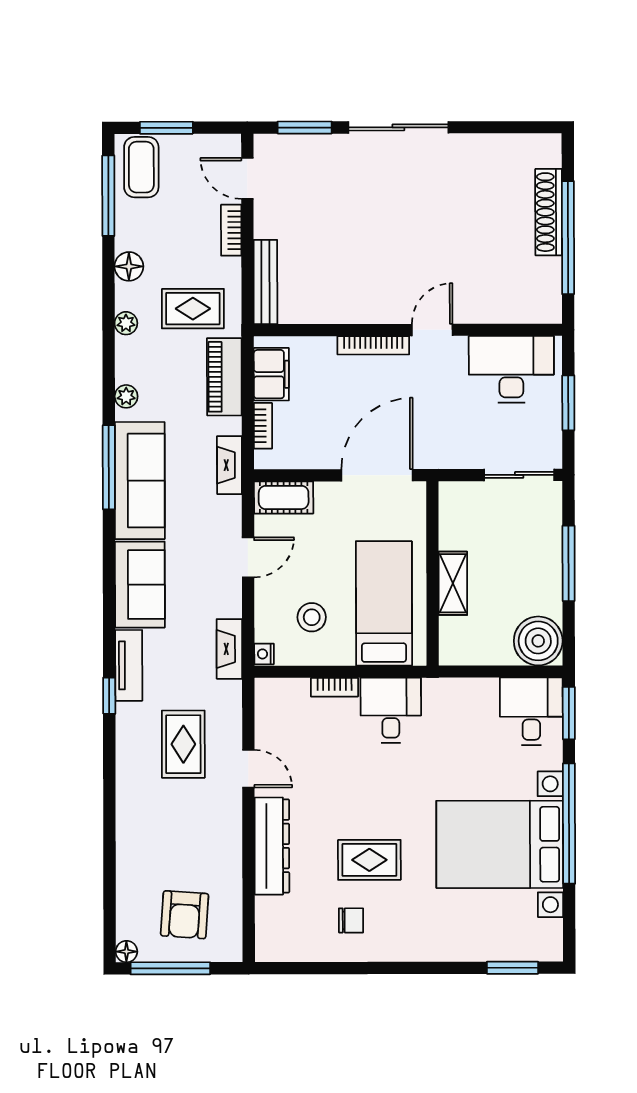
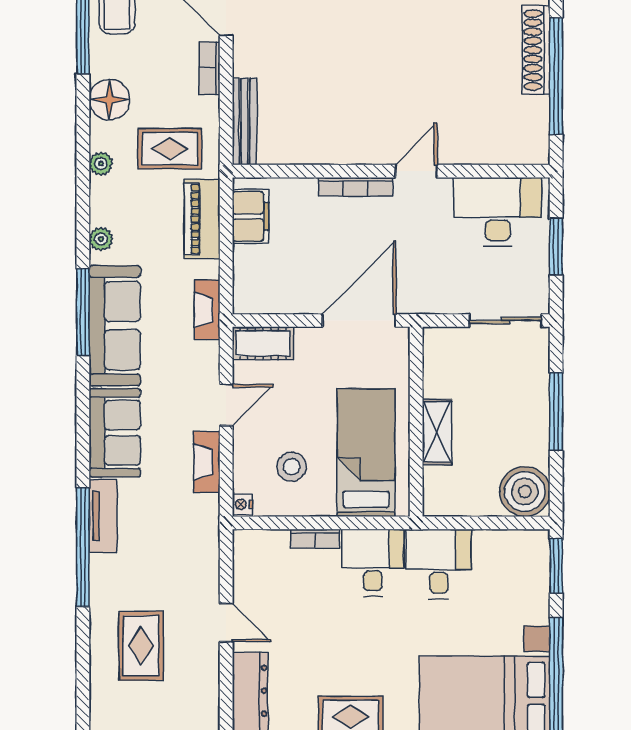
floor lamp: (129, 266) -> (110, 100), width x1.38, depth x1.38
bookcase: (263, 426) -> (242, 269), removed
fireplace: (229, 649) -> (207, 462), moved
window: (109, 696) -> (83, 547), width x3.17
desk: (531, 711) -> (439, 564), moved
rug: (183, 744) -> (141, 646), moved

